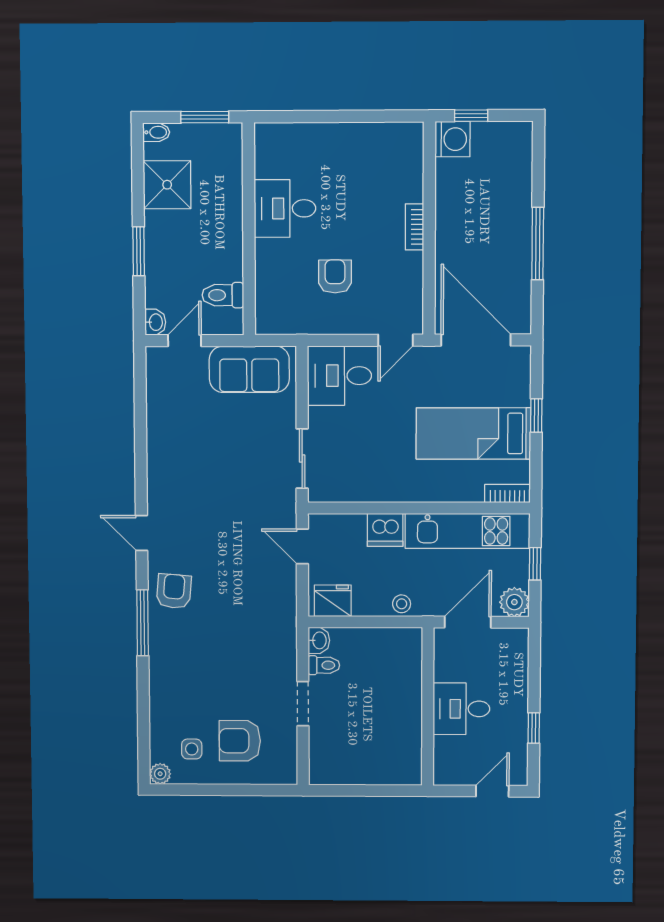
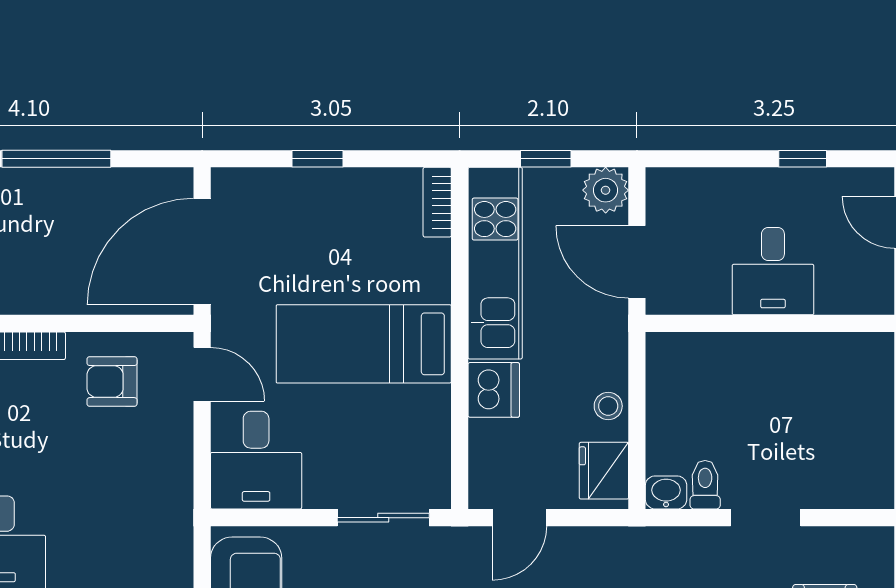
armchair: (335, 276) -> (112, 382), moved
bed: (473, 433) -> (364, 344), moved, turned 90
stool: (402, 604) -> (608, 406), moved

